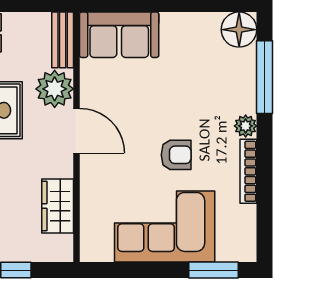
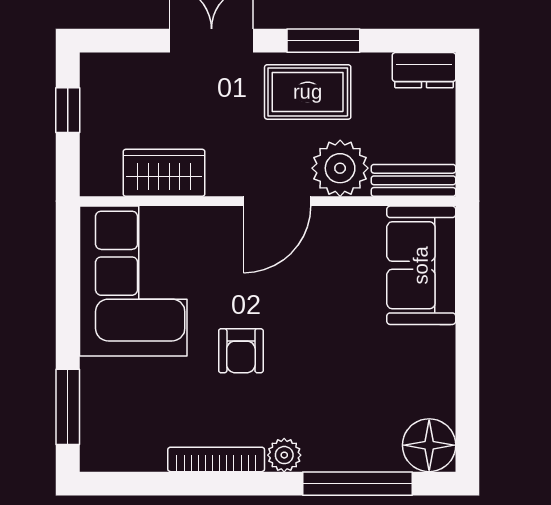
corner sofa: (165, 227) -> (133, 281), moved

